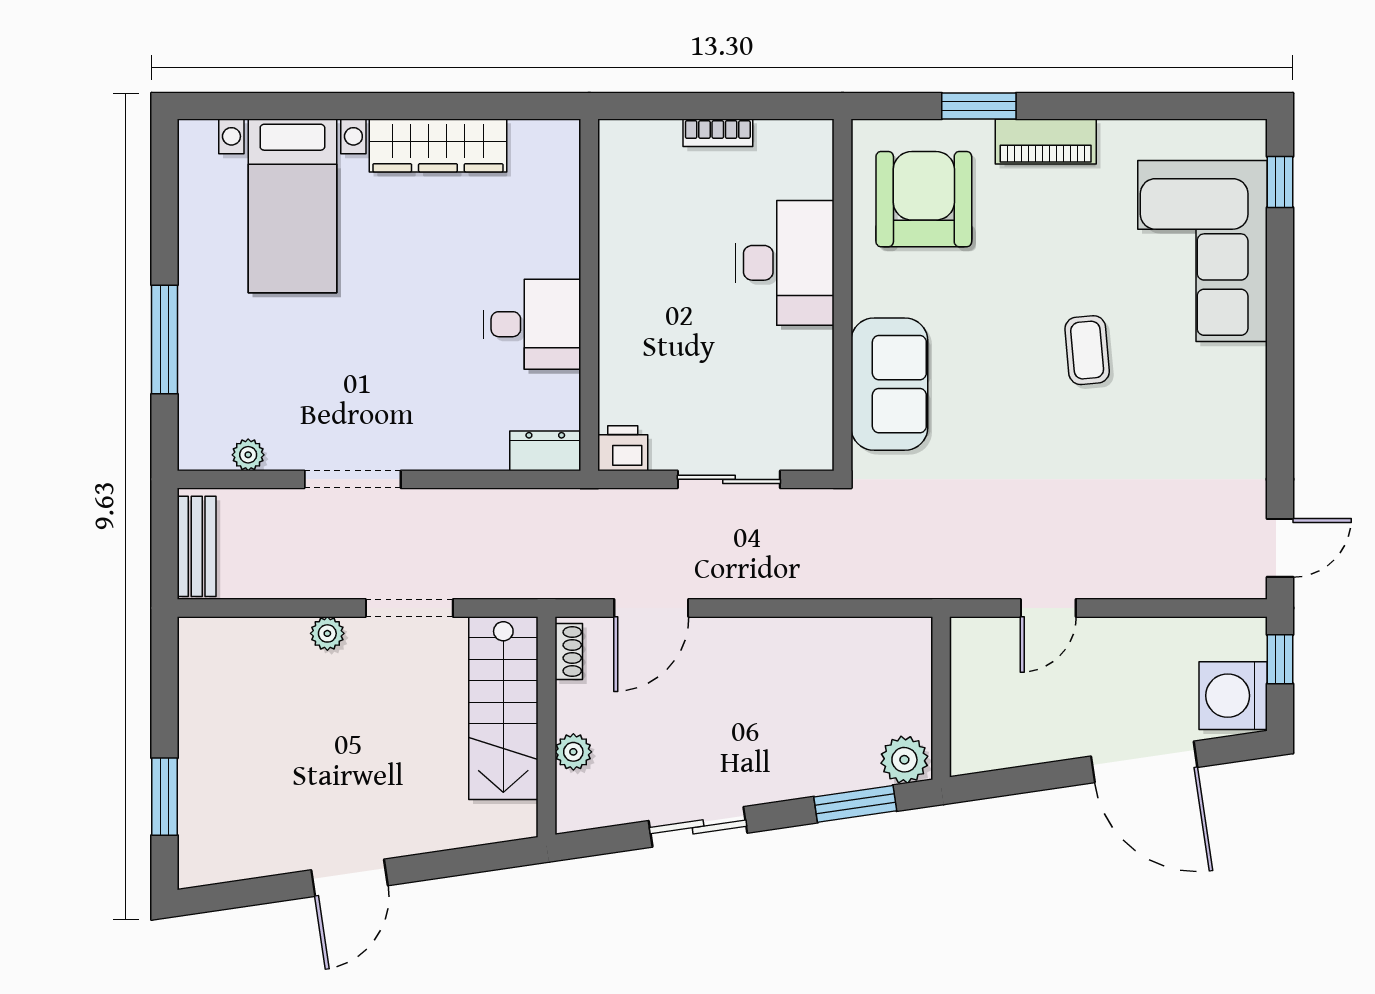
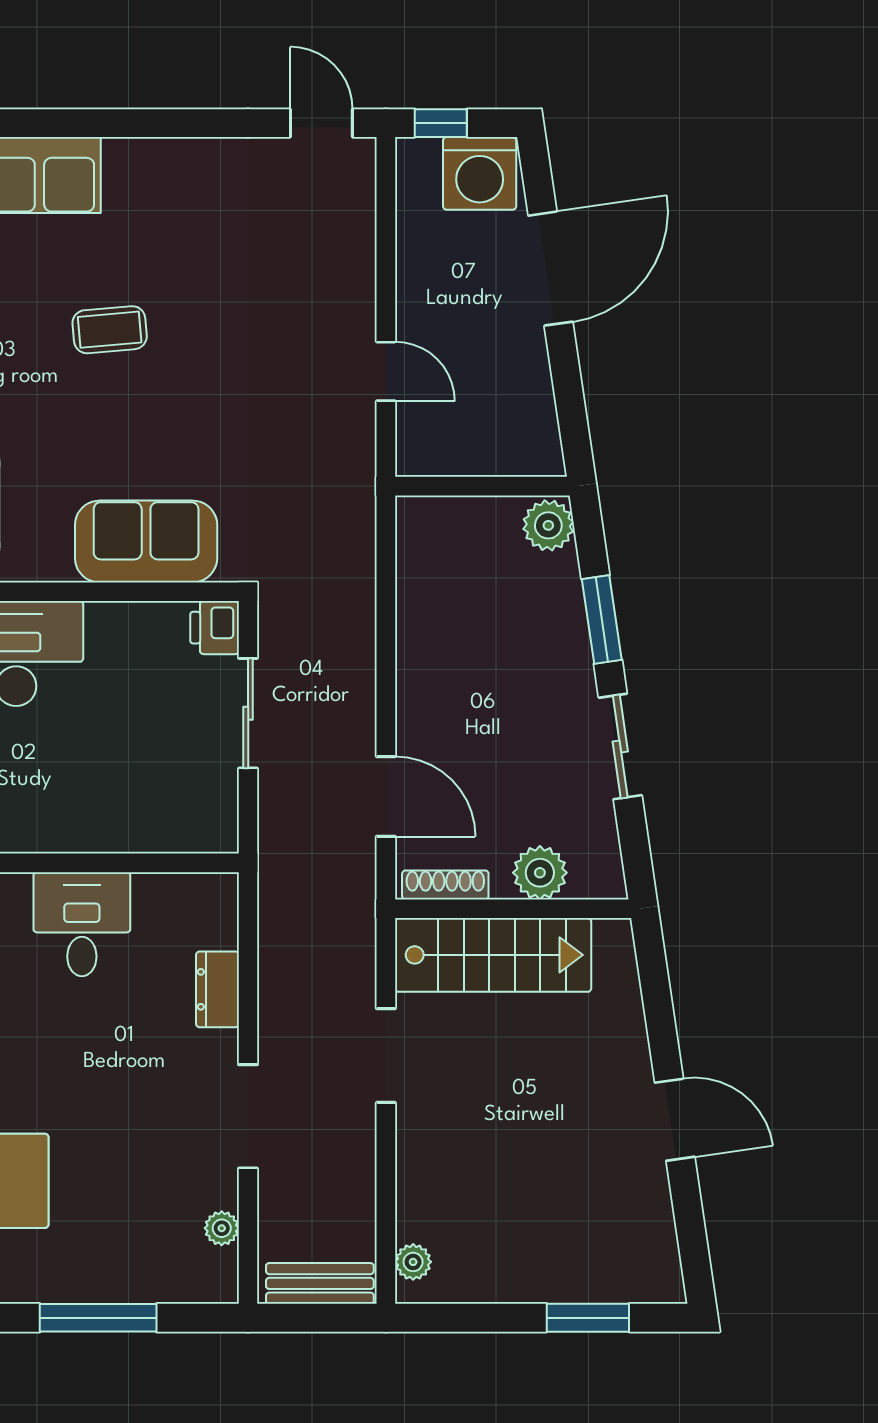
printer: (623, 448) -> (215, 628), moved
dresser: (545, 451) -> (217, 989), moved
plant: (327, 633) -> (413, 1262), moved
shoe rack: (569, 651) -> (445, 885), width x1.43
plant: (573, 752) -> (540, 873), width x1.38, depth x1.38
window: (855, 804) -> (602, 619), moved

